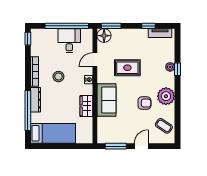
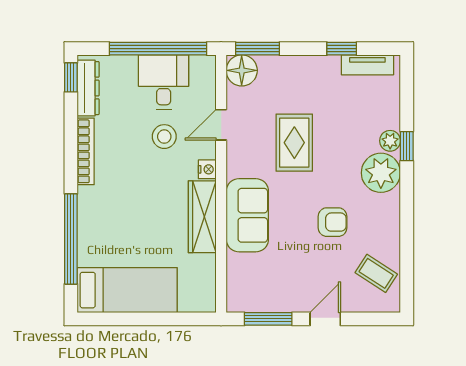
rug: (127, 68) -> (294, 143), turned 90
stool: (58, 77) -> (164, 137), moved
plant: (166, 96) -> (381, 173), moved
dresser: (36, 100) -> (88, 88), moved
wardrobe: (86, 106) -> (202, 217), width x1.50

